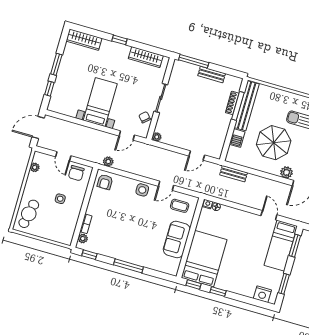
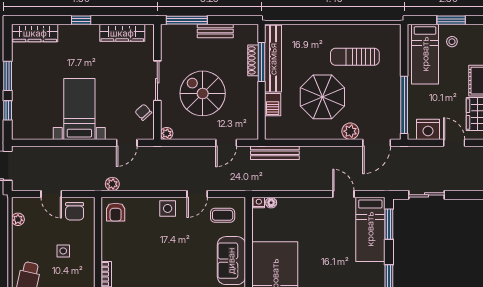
spiral stairs: (190, 116) -> (203, 93), added
bench: (234, 174) -> (275, 153), width x1.36

